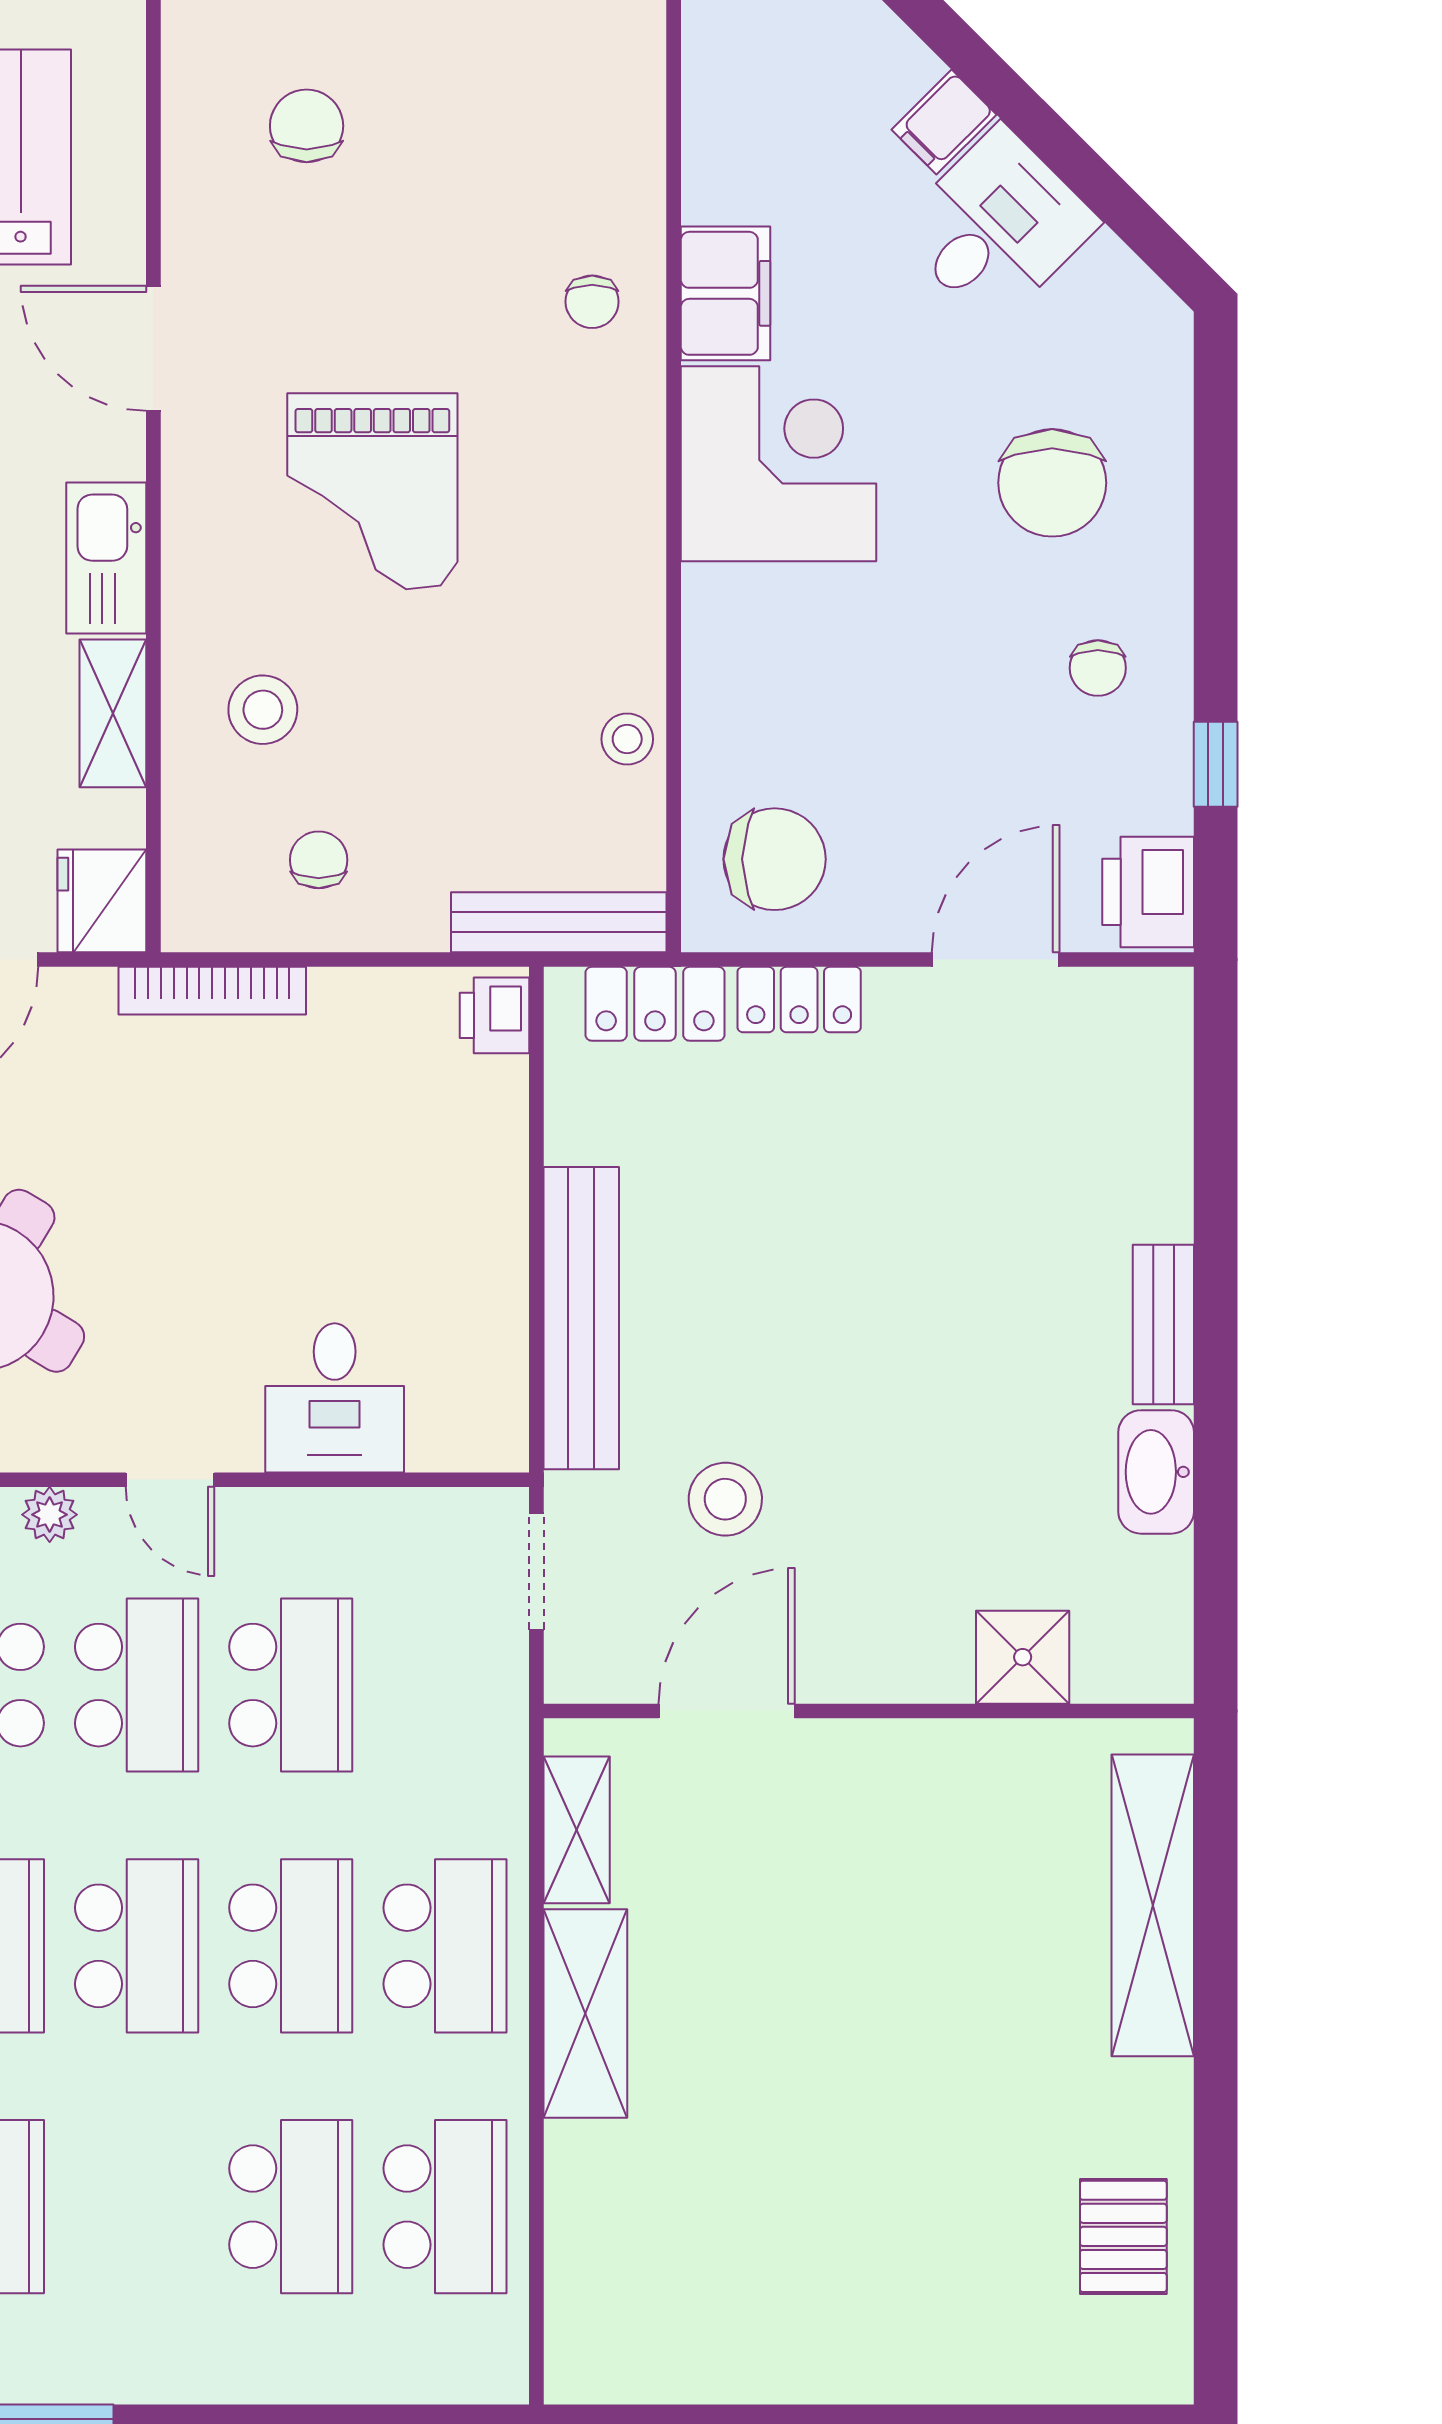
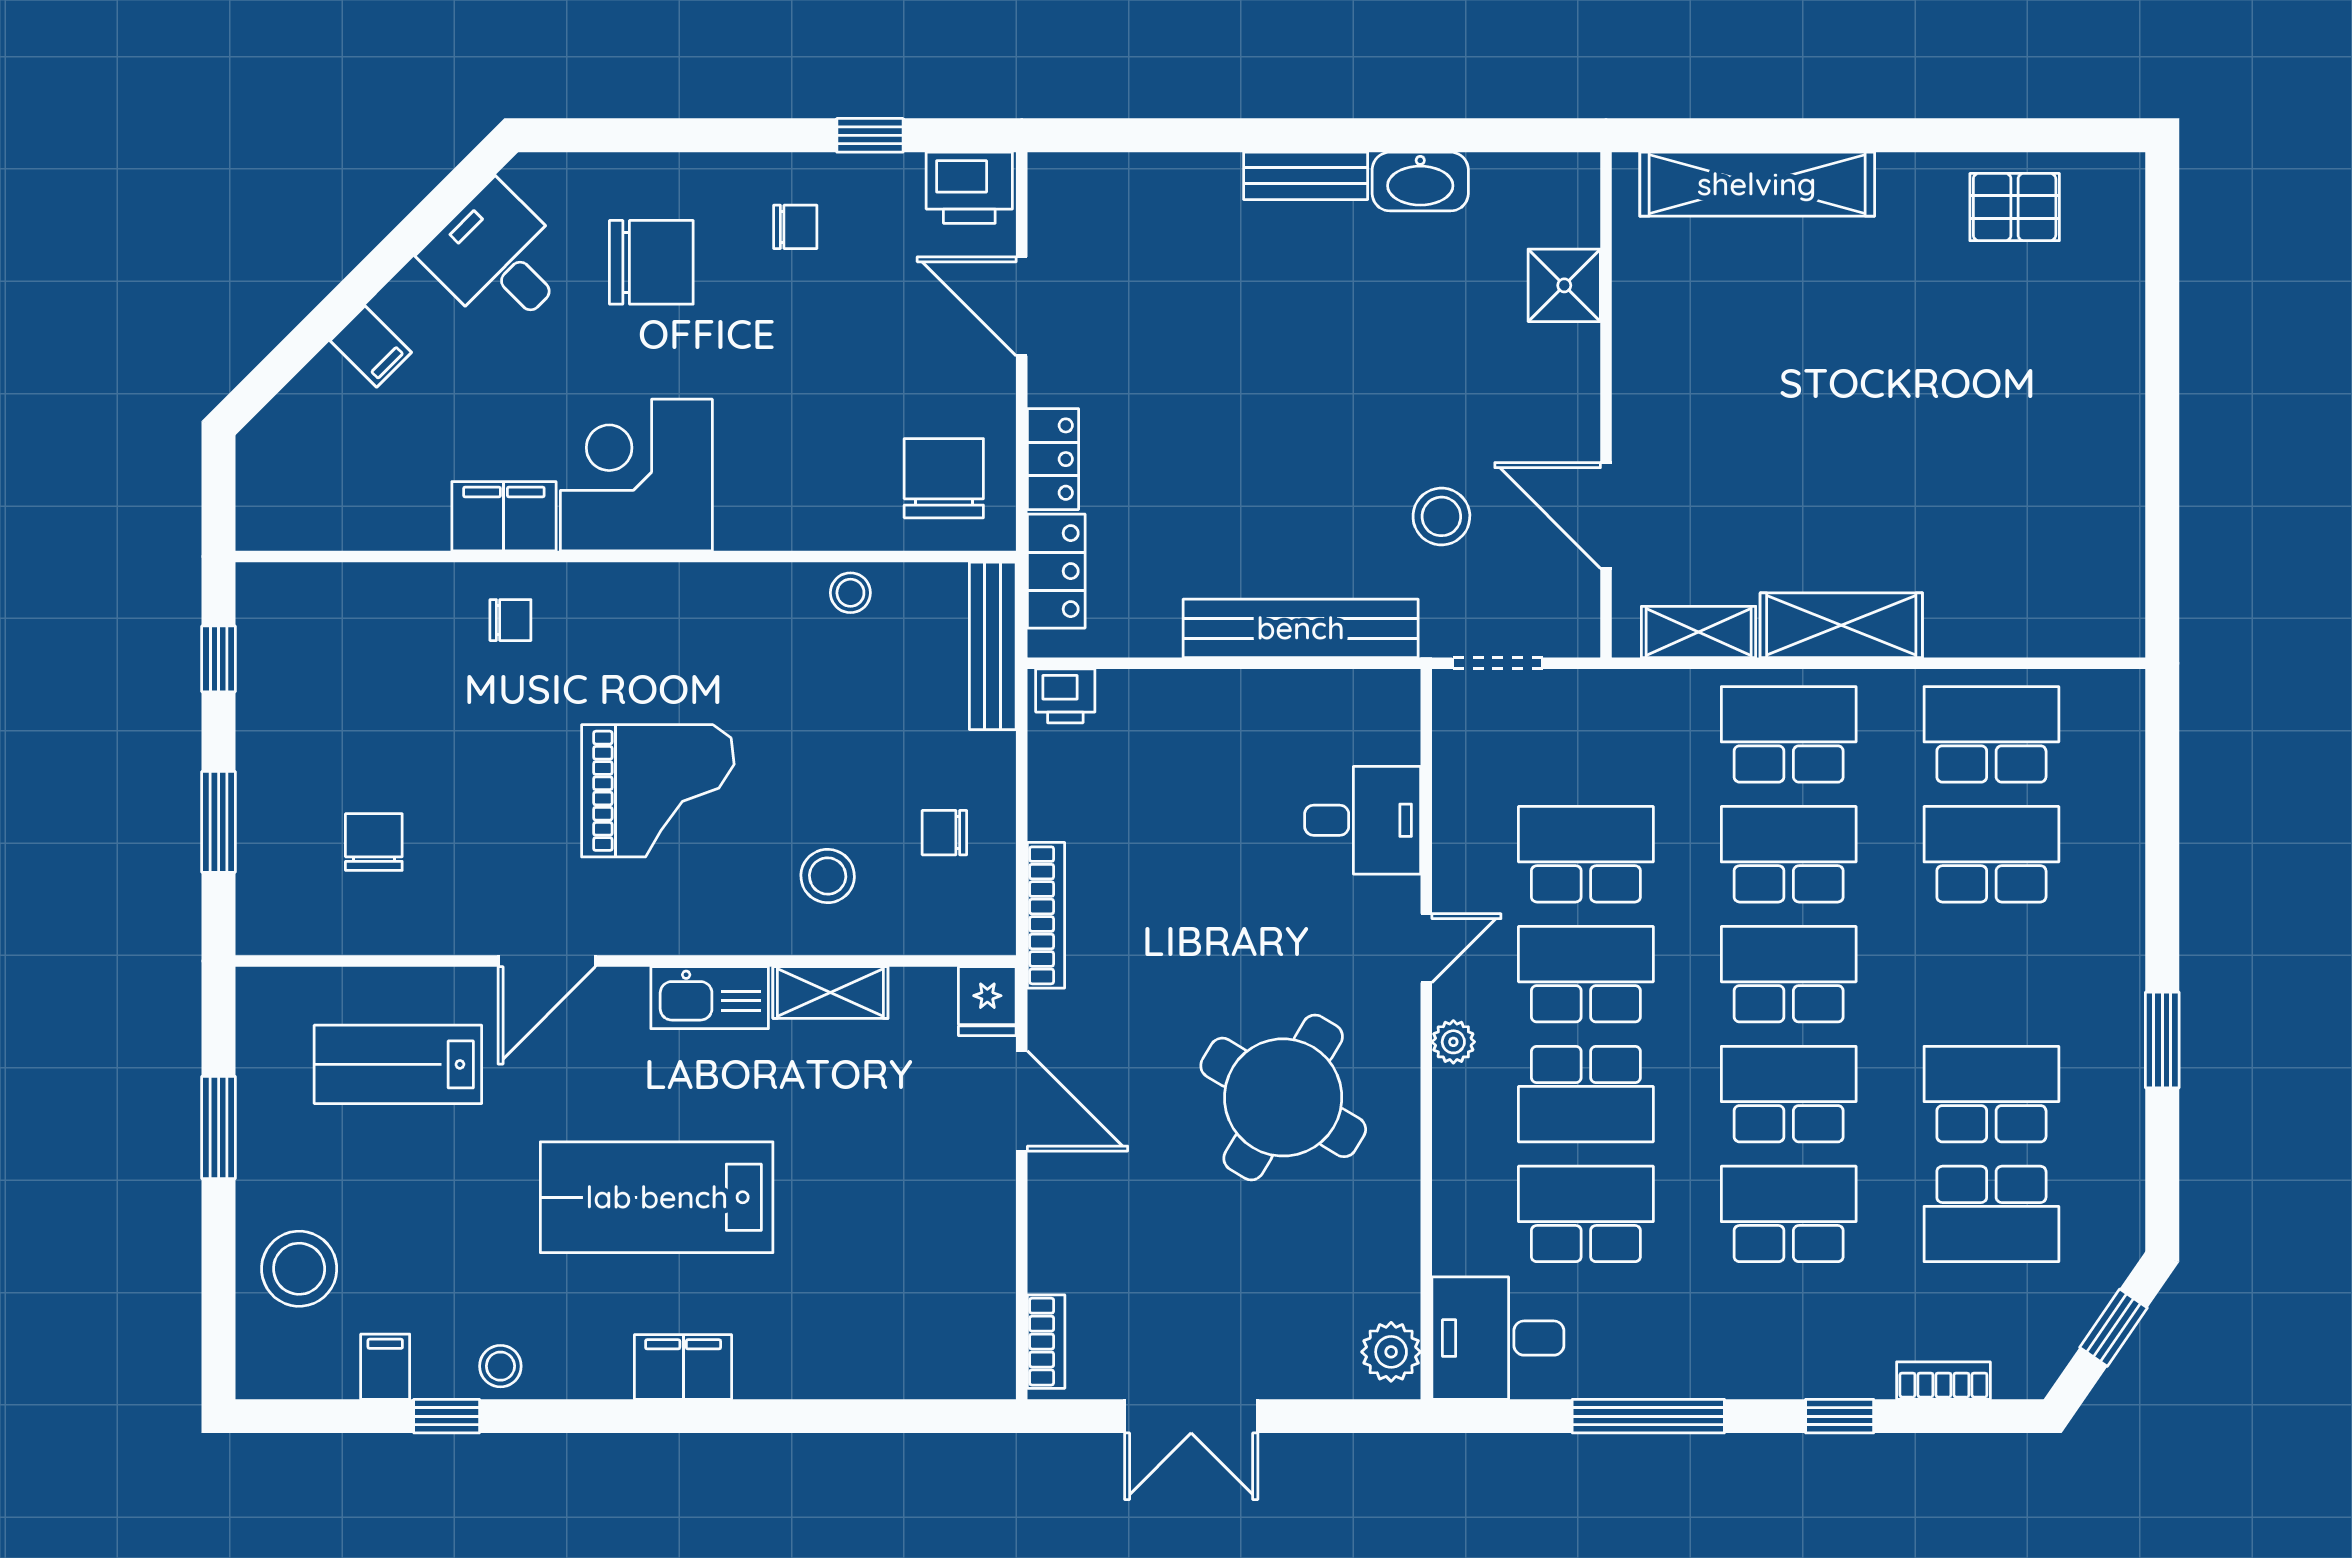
chair: (307, 126) -> (374, 842), turned 90
desk: (997, 226) -> (498, 259), moved
fridge: (102, 901) -> (987, 1001), width x0.72

